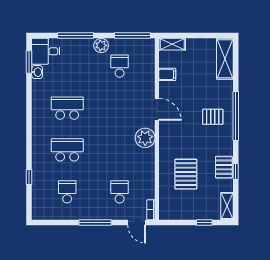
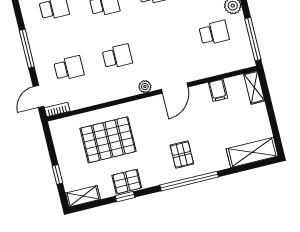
plant: (145, 138) -> (145, 87), width x0.53, depth x0.53
school desk: (120, 150) -> (117, 56), added
pallet: (186, 174) -> (108, 140), width x1.37, depth x1.41

